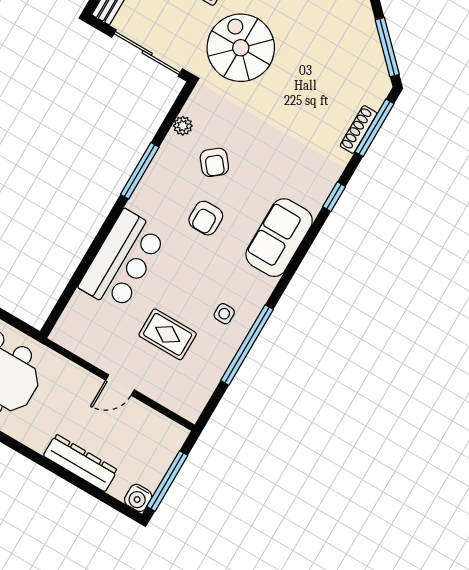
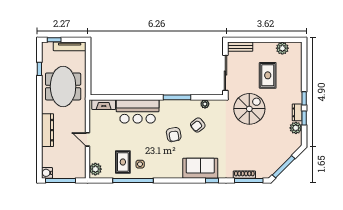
armchair: (206, 218) -> (174, 135), turned -101
sofa: (279, 238) -> (200, 168), moved
fireplace: (72, 316) -> (104, 105), added
rug: (168, 334) -> (123, 162), moved
plant: (184, 403) -> (95, 169), added
dresser: (80, 463) -> (47, 130), moved

